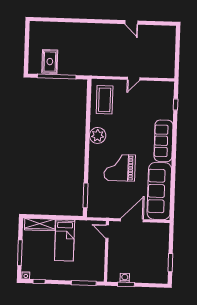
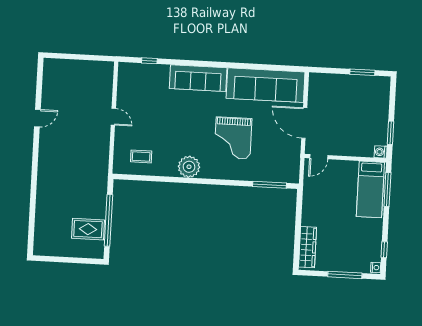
coffee table: (105, 100) -> (141, 156), width x0.54, depth x0.58
bed: (65, 240) -> (370, 189), moved, turned 90
washing machine: (125, 278) -> (381, 152), moved

